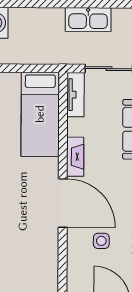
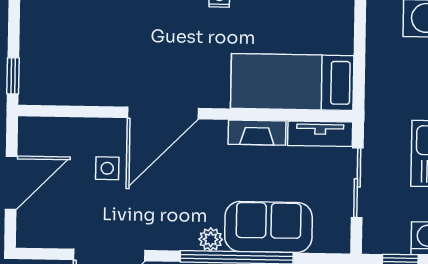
fireplace: (75, 157) -> (257, 133), moved

